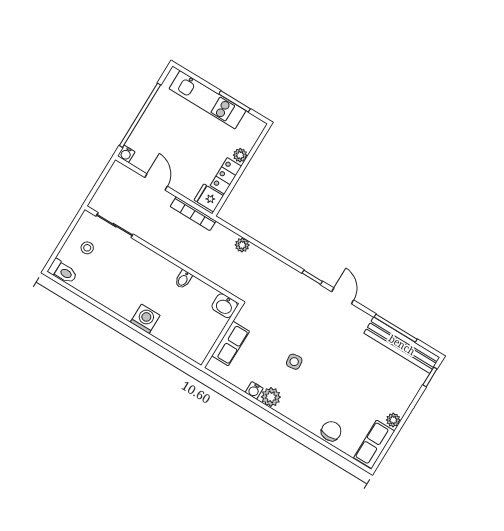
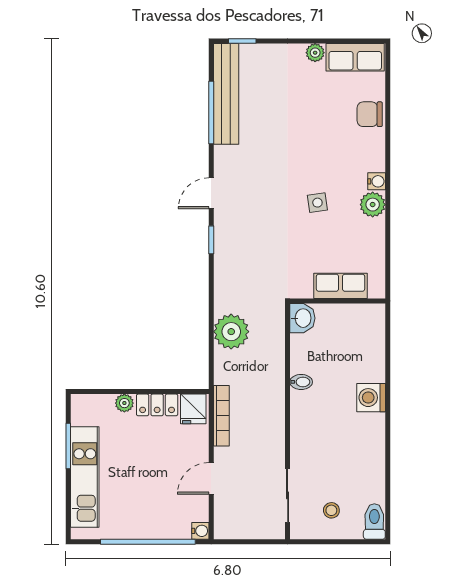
plant: (242, 245) -> (231, 332), width x1.88, depth x1.88
water cooler: (254, 390) -> (377, 181), moved

